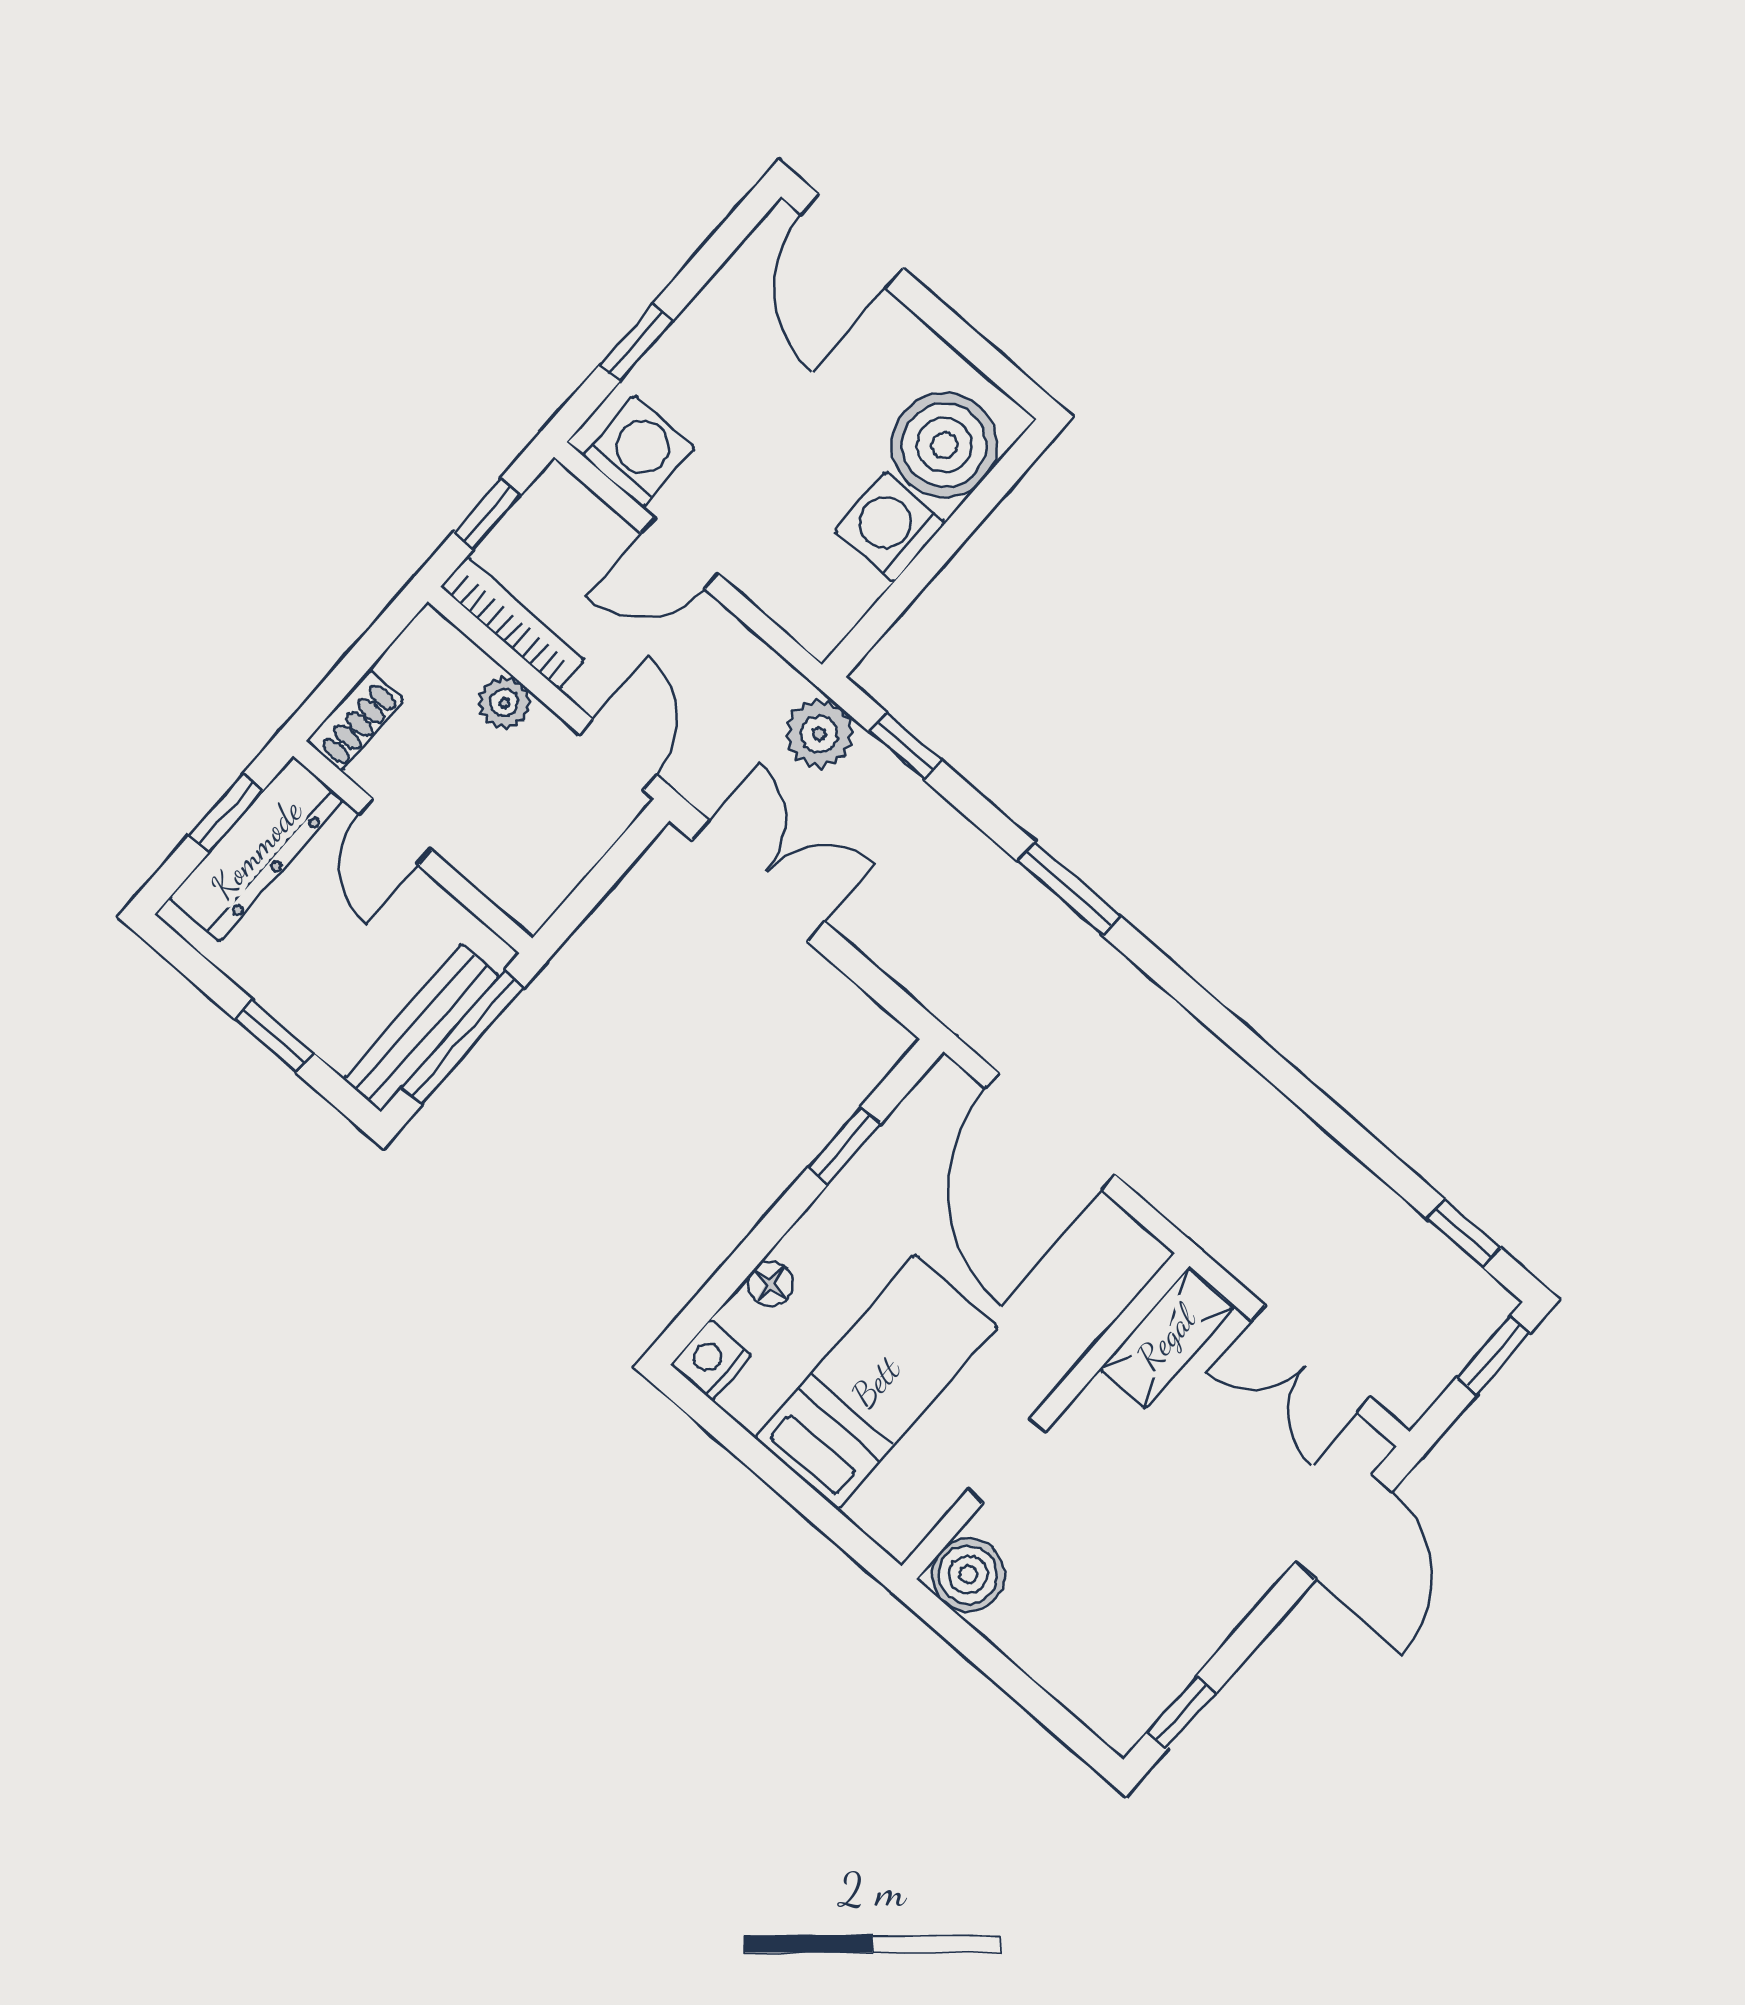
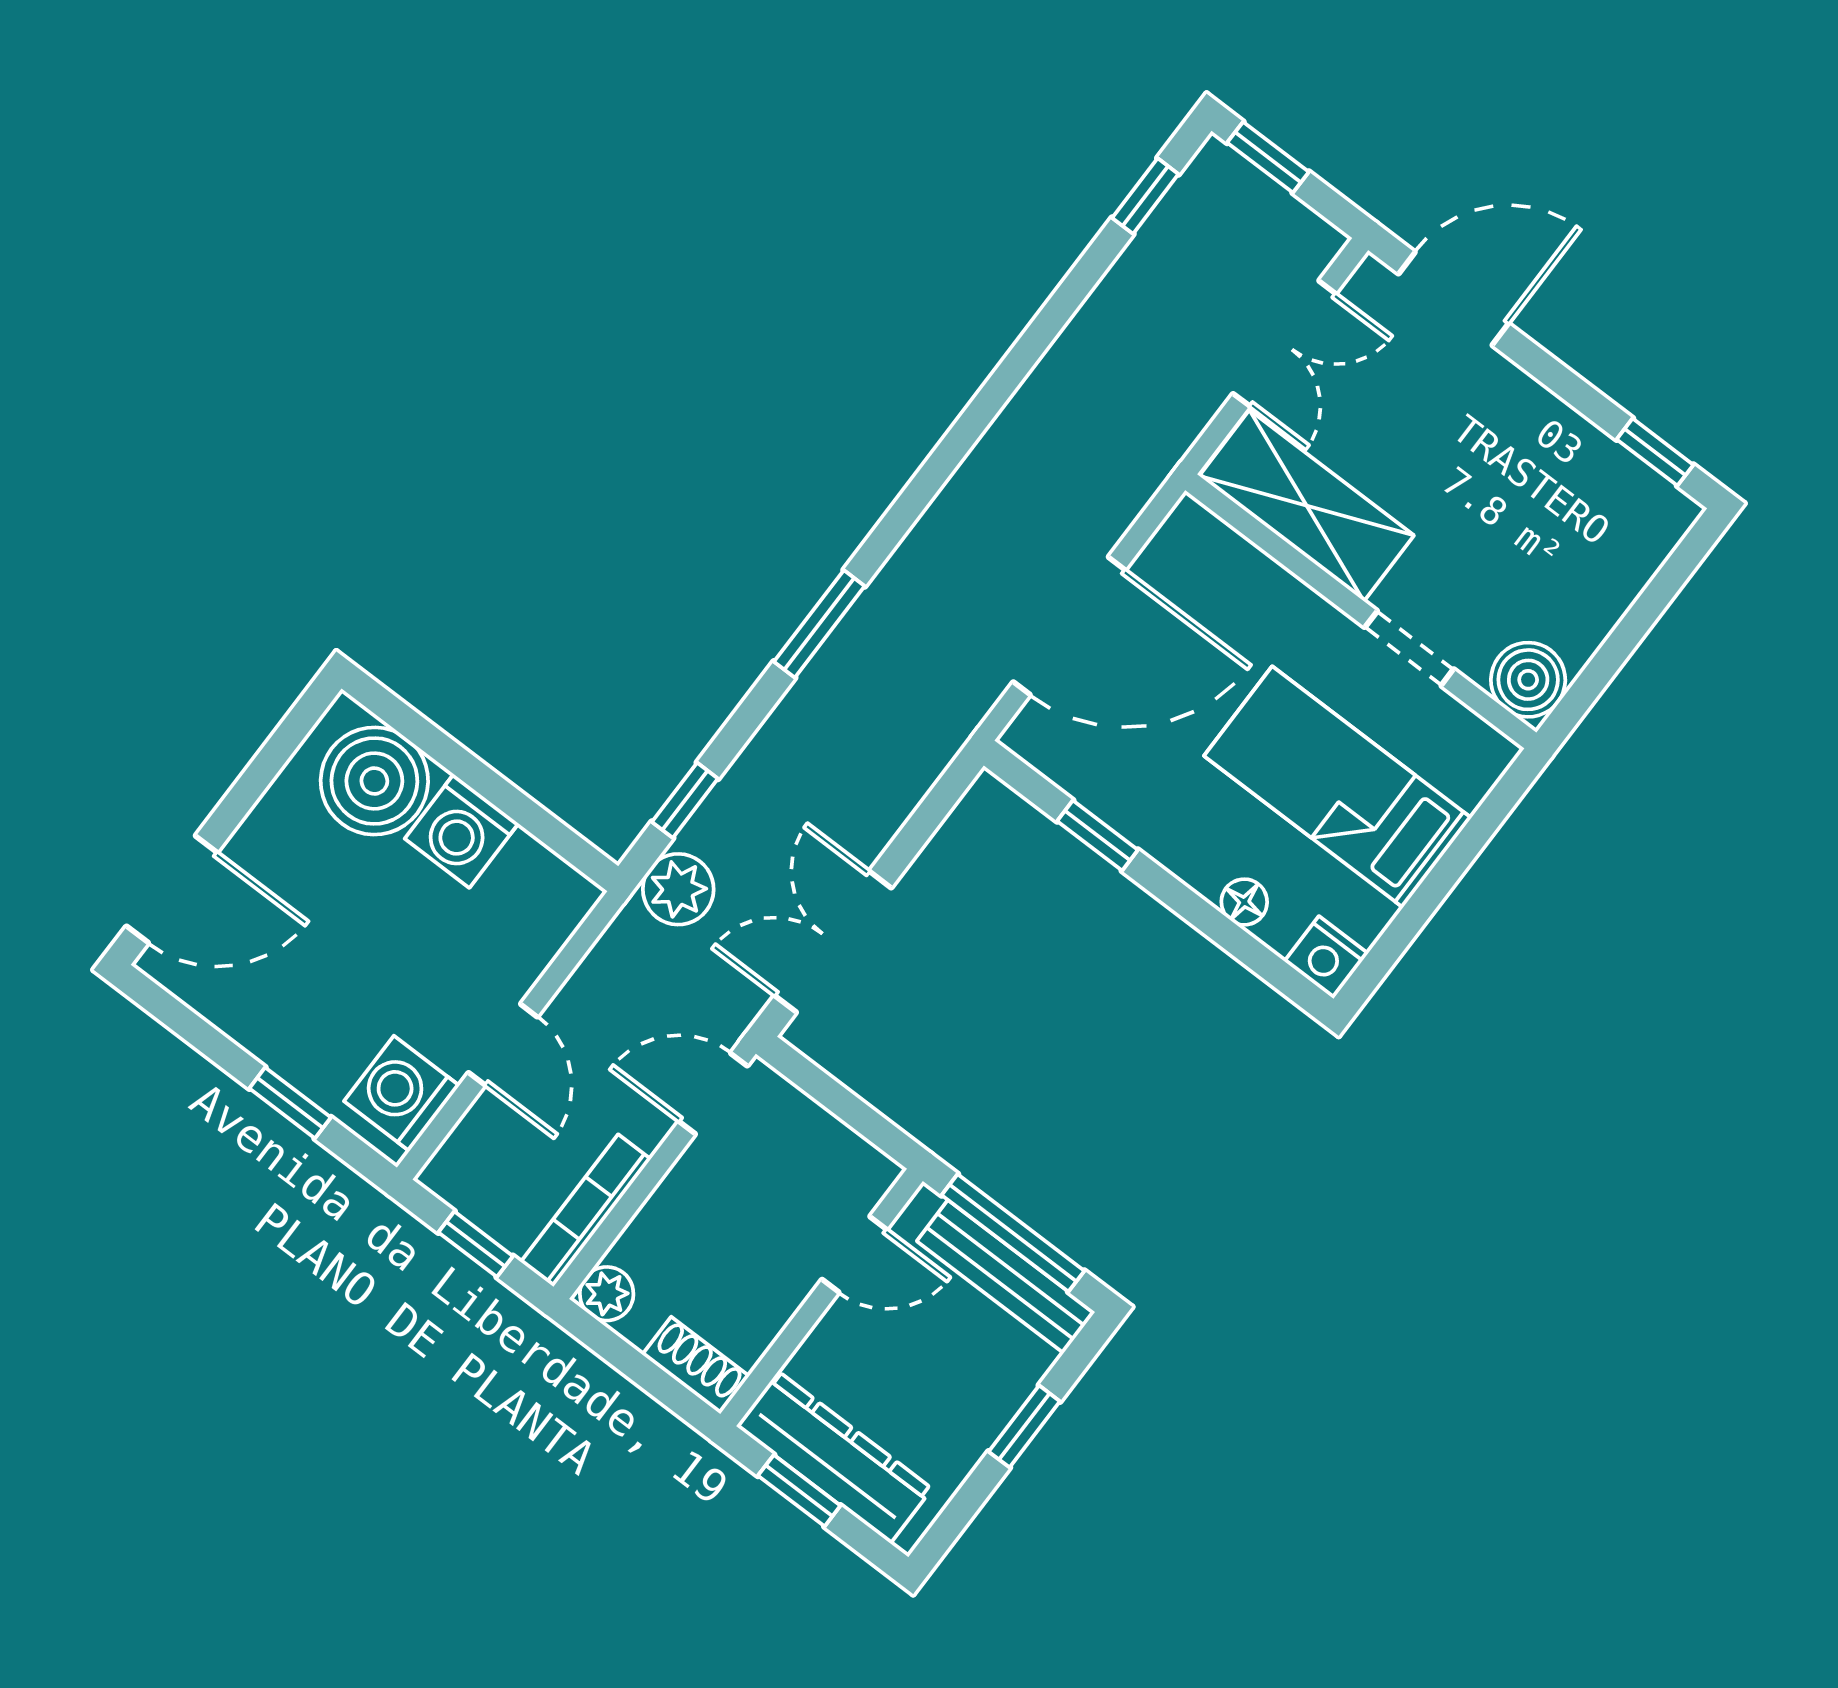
plant: (504, 703) -> (607, 1294), moved
door: (395, 832) -> (854, 1254), moved
shelving: (1166, 1338) -> (1307, 506), width x1.50, depth x1.33

